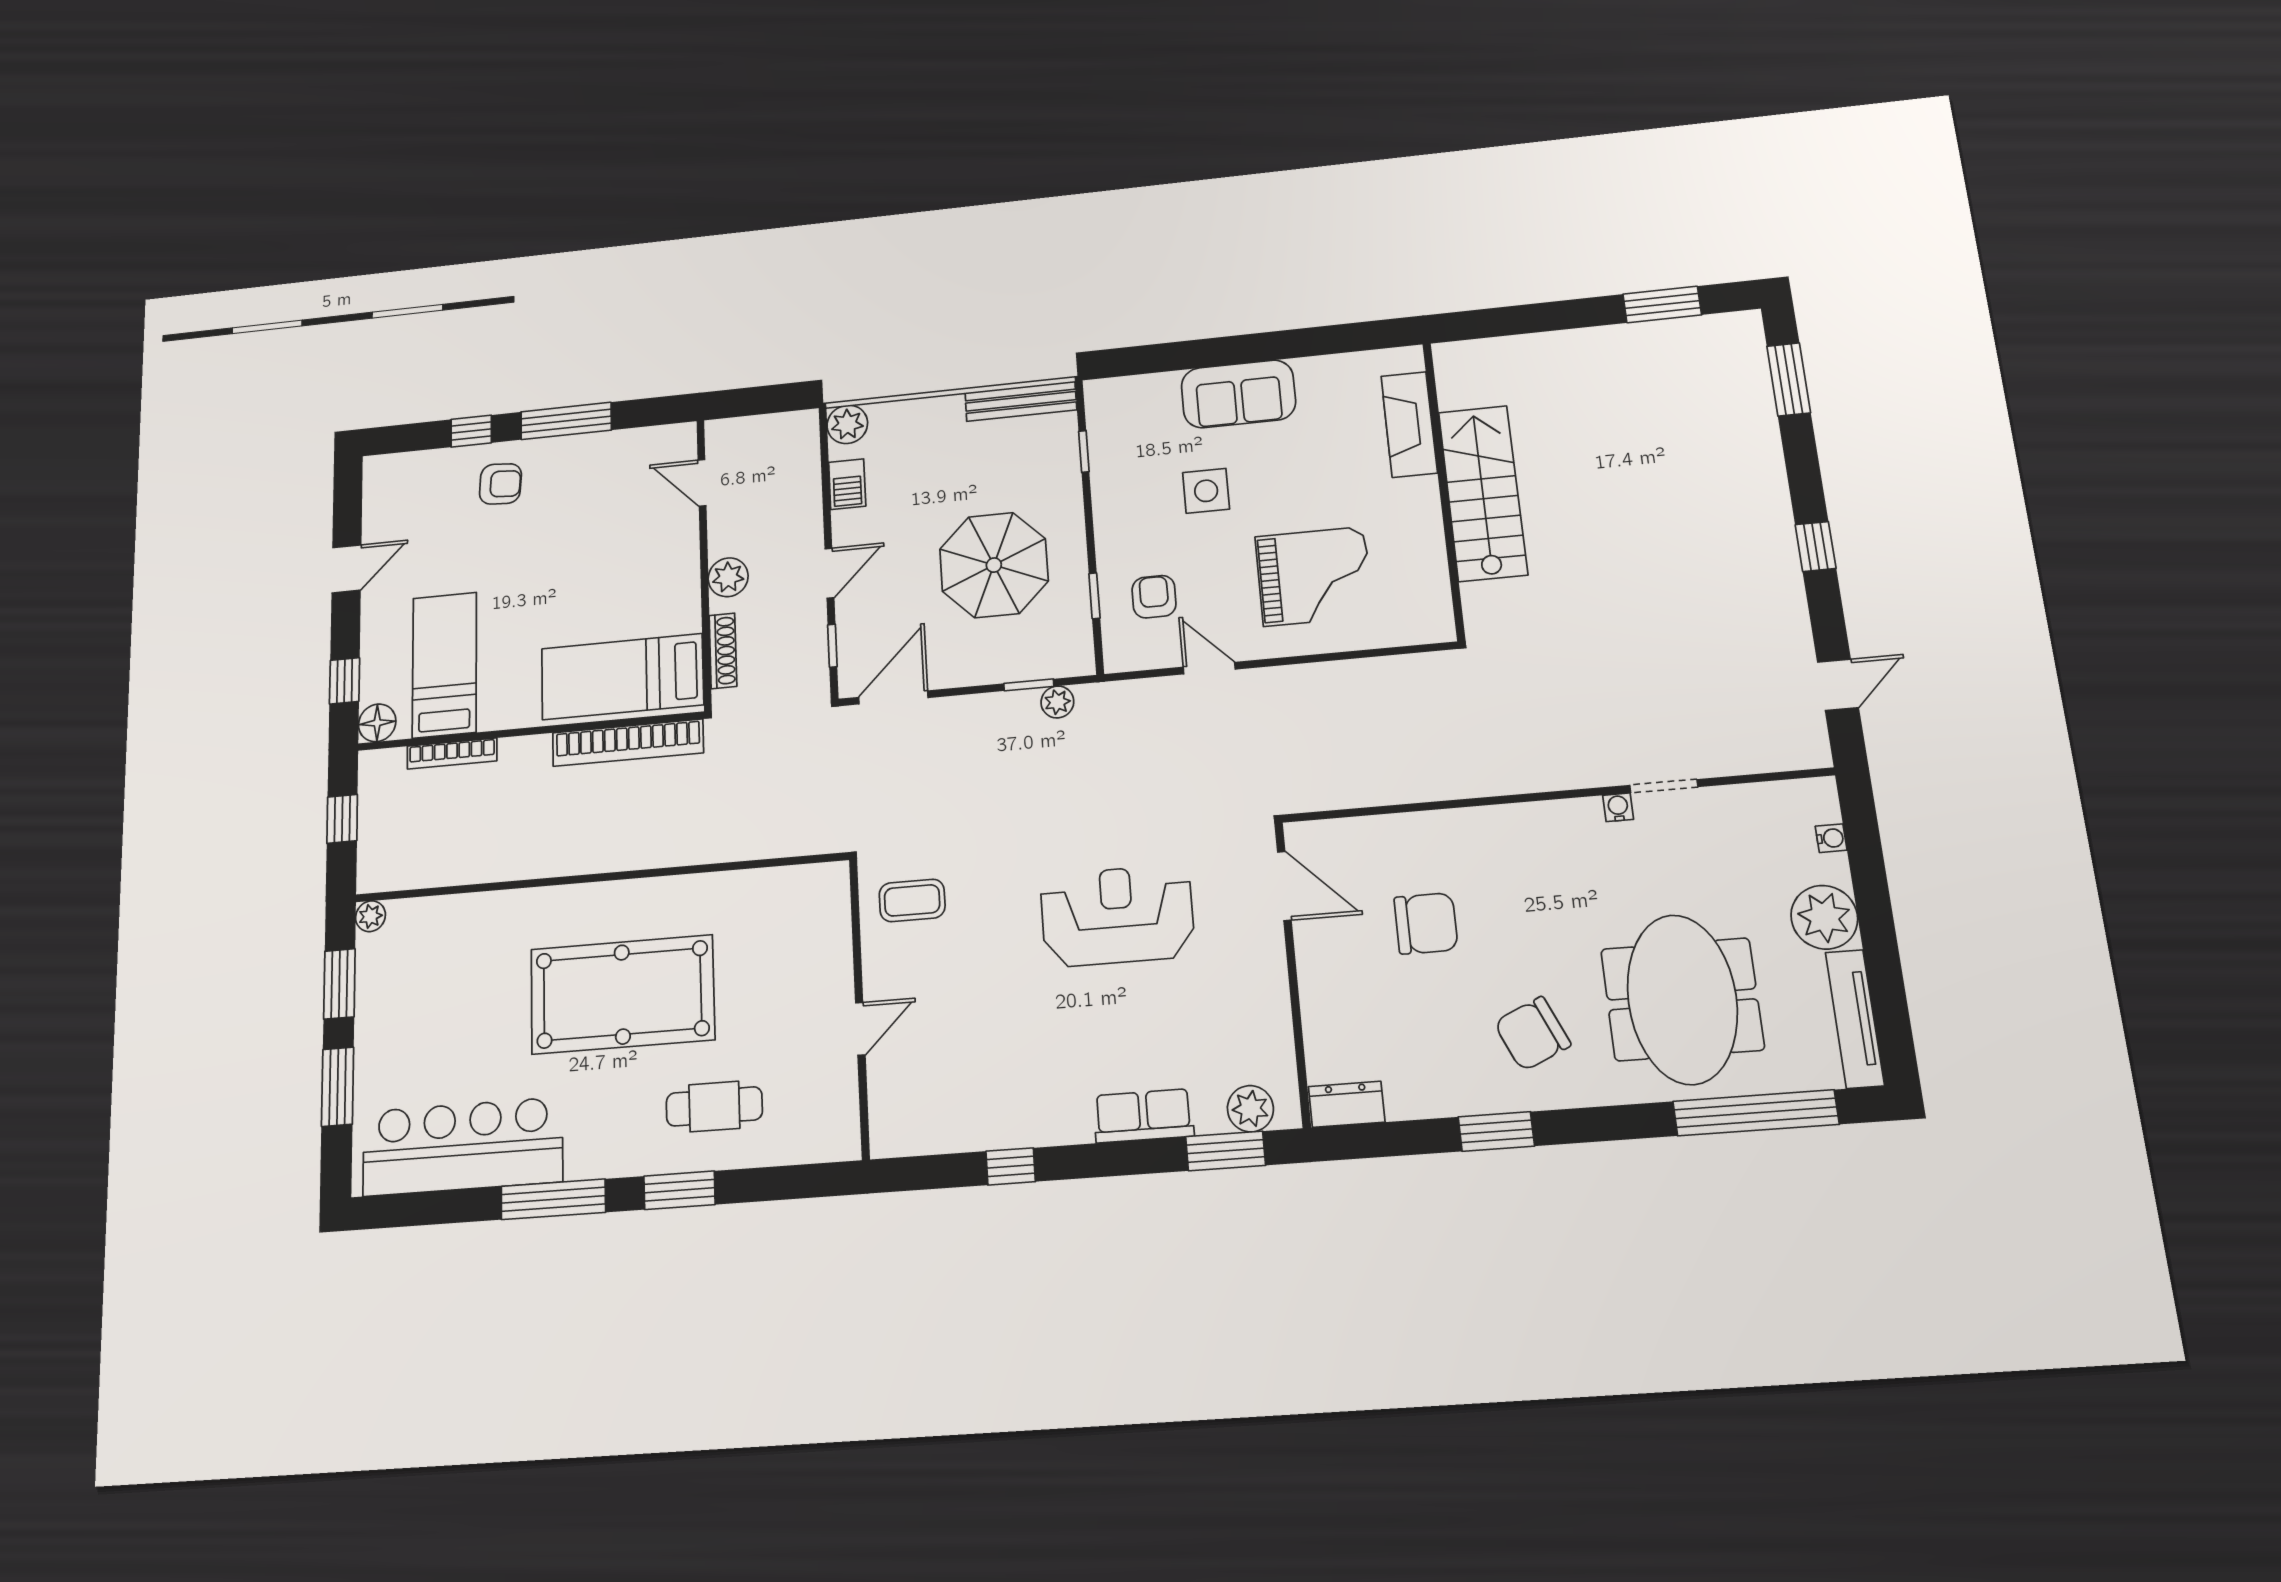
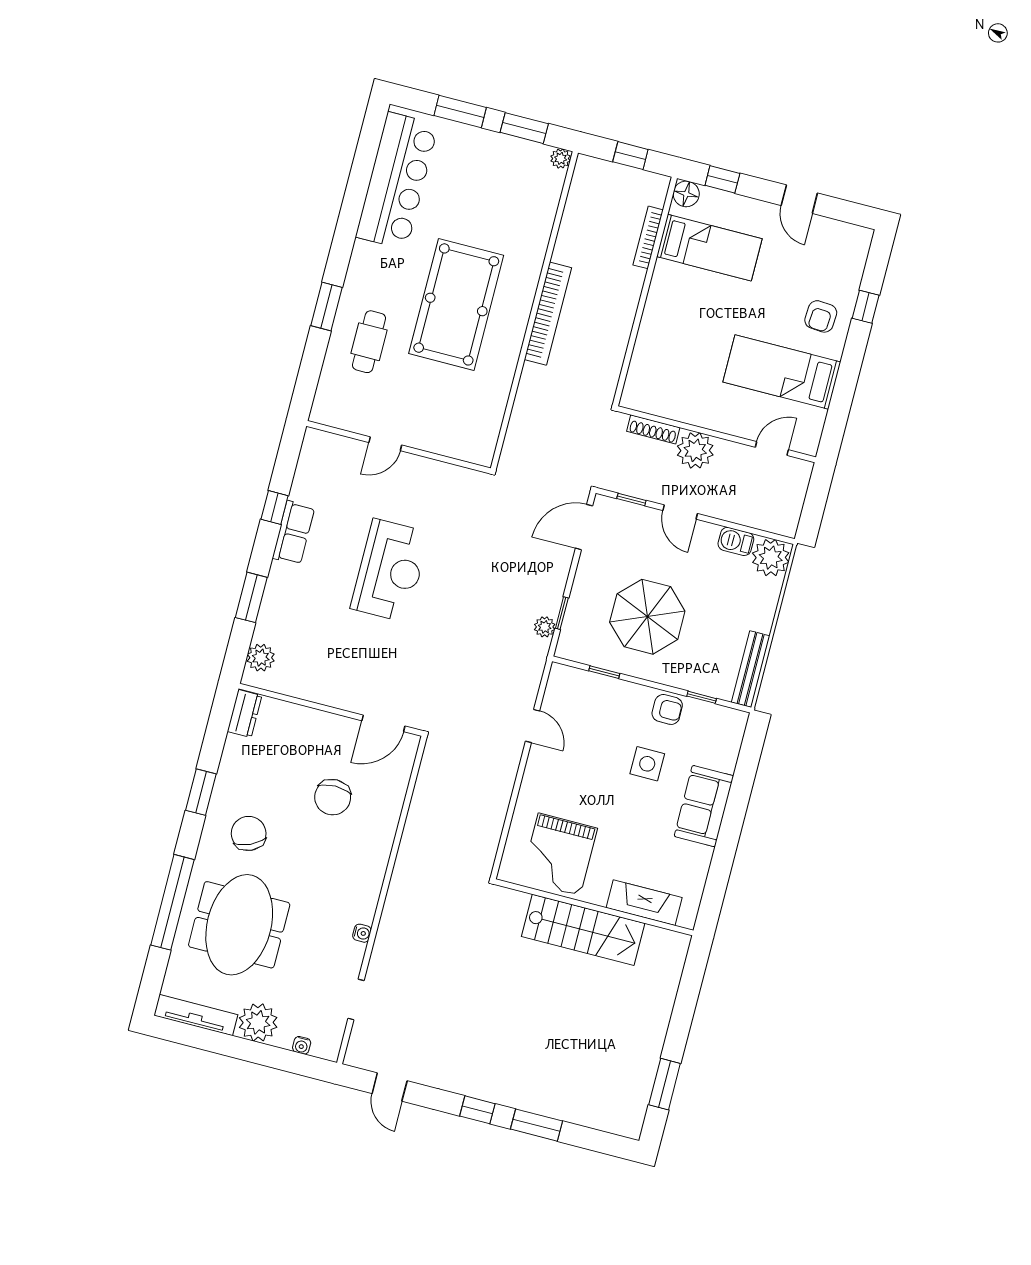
window: (1789, 379) -> (536, 1125), moved
window: (566, 421) -> (849, 372), removed
plant: (847, 424) -> (771, 558), width x1.36, depth x1.36
grand piano: (1314, 576) -> (559, 855), moved
plant: (728, 577) -> (695, 450), width x1.36, depth x1.36
armchair: (1154, 597) -> (667, 709), moved
door: (1209, 668) -> (533, 726), hinge flipped
bed: (622, 677) -> (782, 372), moved, turned -90
door: (893, 697) -> (584, 527), swing flipped
bookcase: (628, 743) -> (548, 314), moved, turned 180
doorway: (1664, 786) -> (356, 1000), moved
coffee table: (912, 900) -> (452, 499), removed
reception desk: (1117, 916) -> (390, 570), moved
meeting table: (1682, 999) -> (239, 925), turned 90
door: (860, 1029) -> (385, 444), hinge flipped
window: (1756, 1113) -> (172, 902), moved
row of seats: (1143, 1116) -> (293, 533), moved
window: (1226, 1151) -> (251, 597), moved
window: (553, 1199) -> (347, 228), removed

